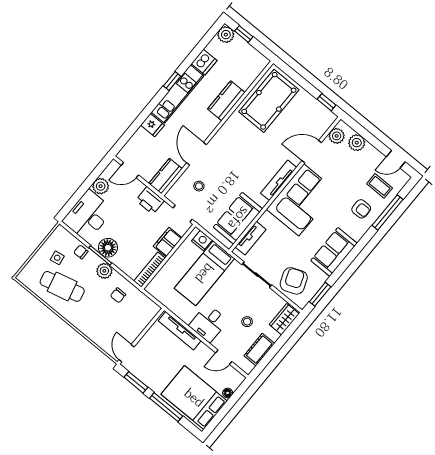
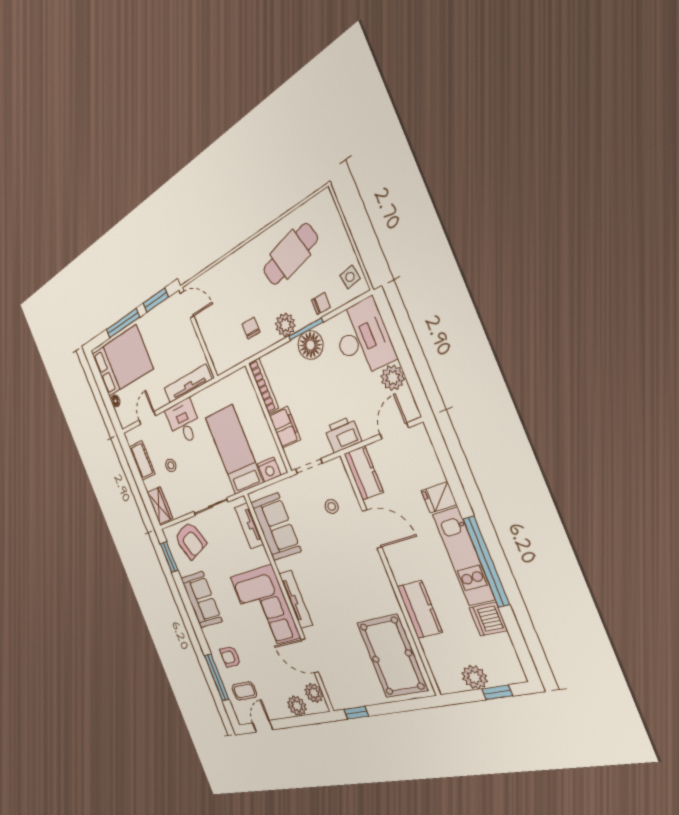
plant: (226, 35) -> (474, 677), moved
window: (172, 81) -> (486, 562), width x3.17
door: (312, 152) -> (310, 656), swing flipped
side table: (57, 258) -> (350, 277), moved

